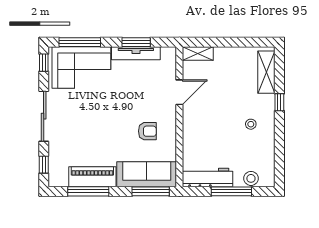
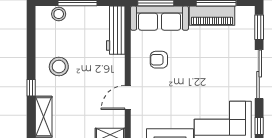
stool: (251, 124) -> (59, 67), width x1.89, depth x1.89
window: (44, 165) -> (259, 27), width x1.50
workbench: (208, 178) -> (116, 30), moved, turned 90

